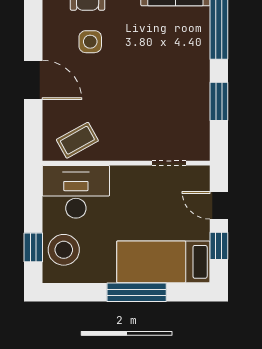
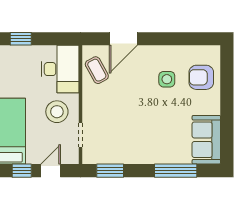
door: (33, 80) -> (123, 39), moved
window: (219, 101) -> (110, 171), moved
stool: (64, 250) -> (57, 112), moved

